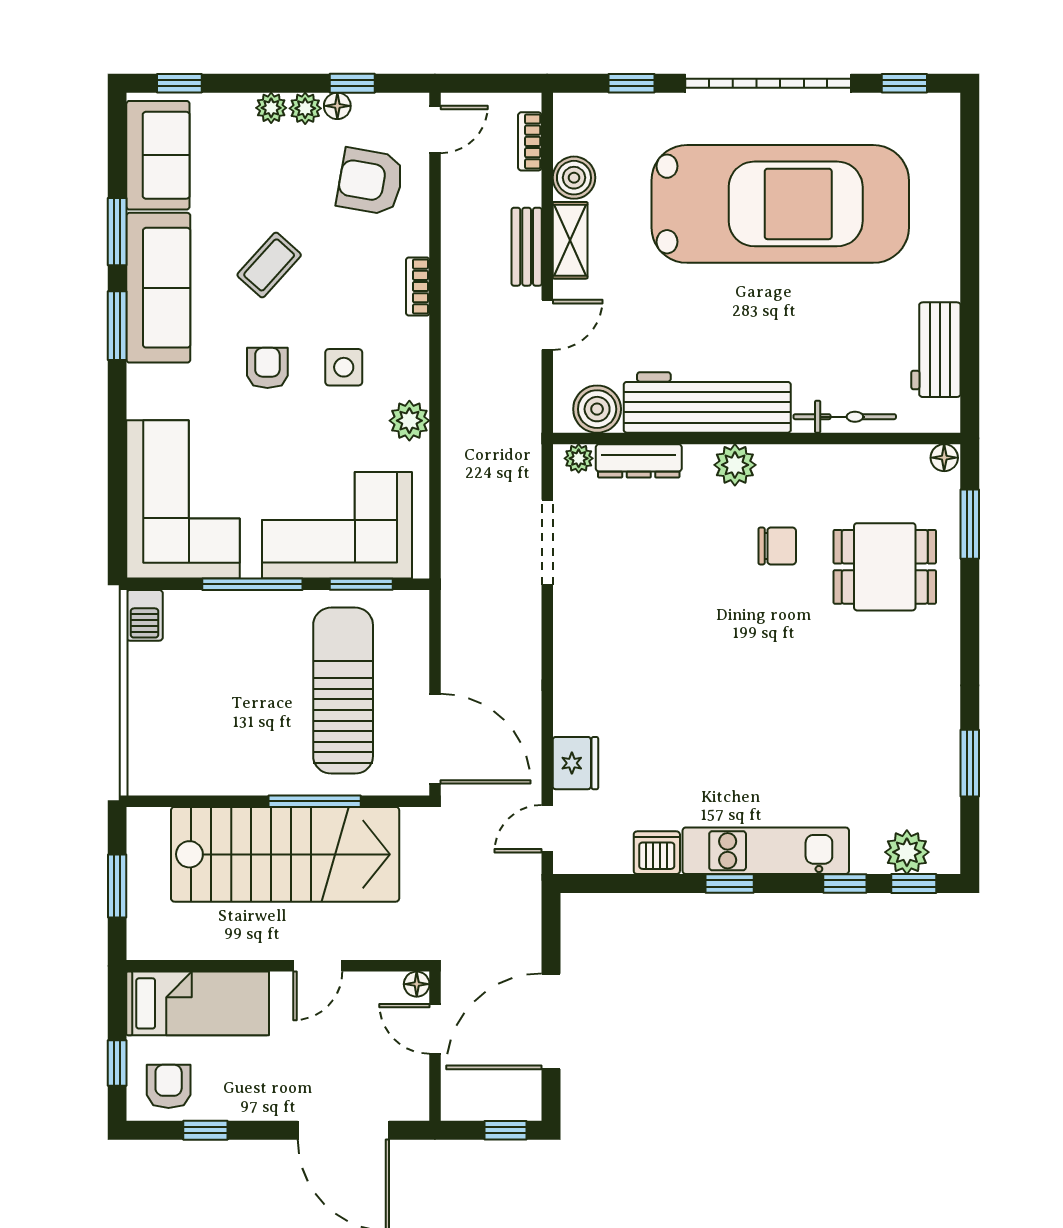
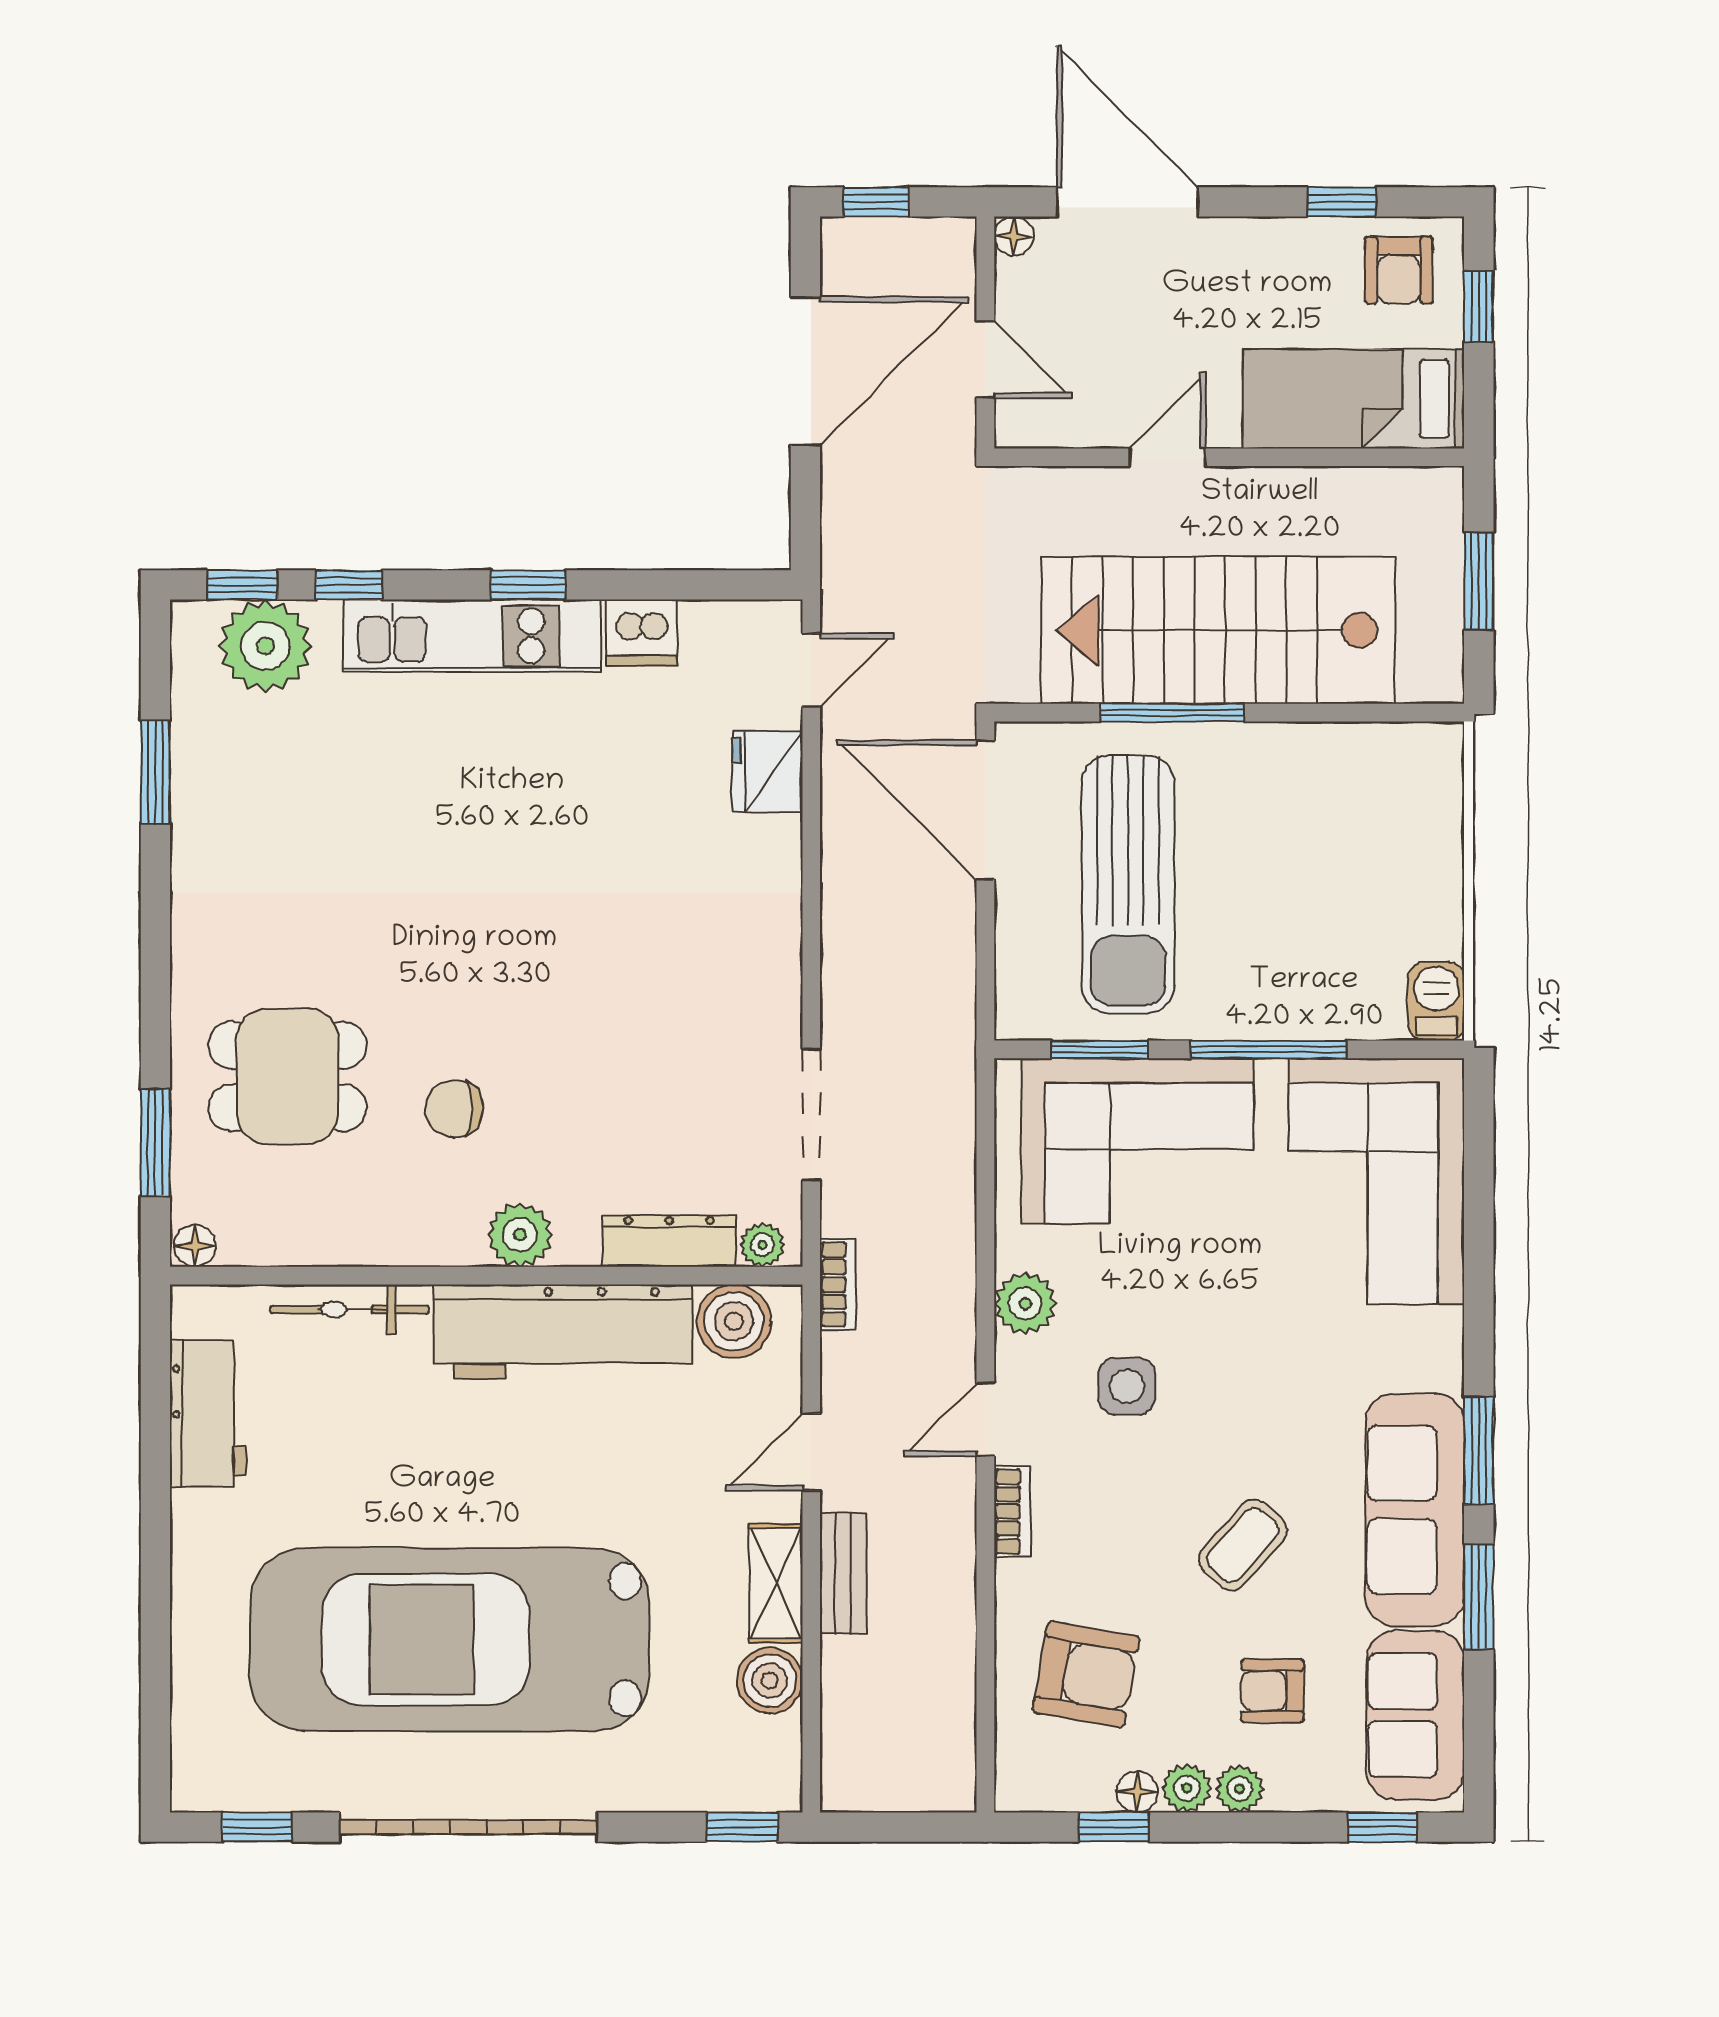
window: (631, 83) -> (742, 1827), moved
door: (435, 129) -> (985, 1419), moved
bookcase: (530, 141) -> (838, 1284), moved
armchair: (267, 368) -> (1272, 1691), moved, turned 90
plant: (907, 852) -> (265, 646), width x1.36, depth x1.36
floor lamp: (417, 984) -> (1014, 236), moved

